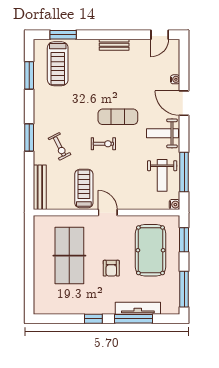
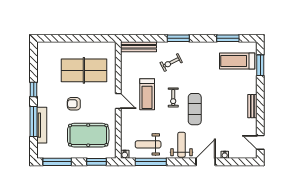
treadmill: (84, 188) -> (147, 94), moved, turned 90
door: (108, 213) -> (118, 101), hinge flipped

